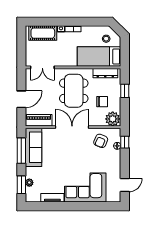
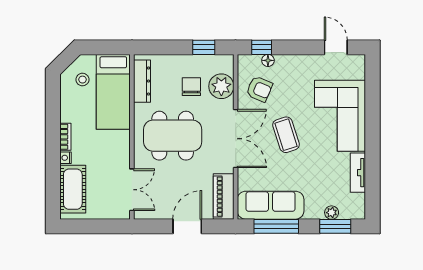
window: (125, 91) -> (204, 47), moved
door: (21, 99) -> (187, 226), hinge flipped
plant: (113, 119) -> (221, 86), moved
double door: (72, 127) -> (236, 139), swing flipped
coffee table: (74, 156) -> (286, 135), added

